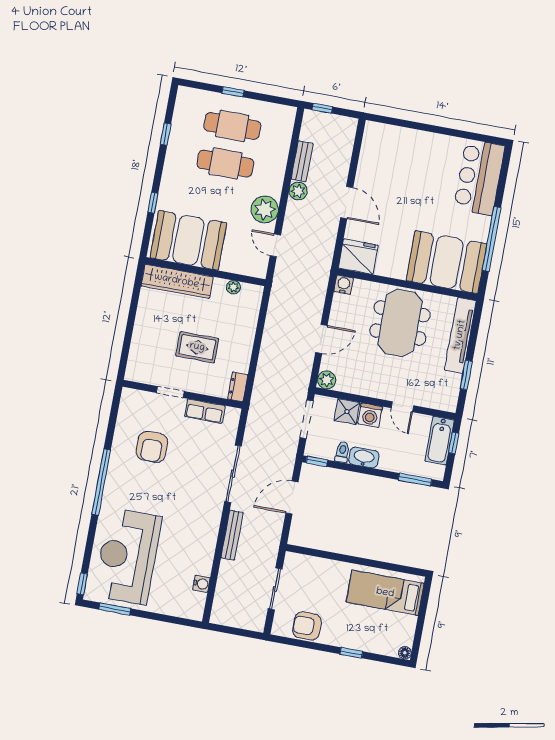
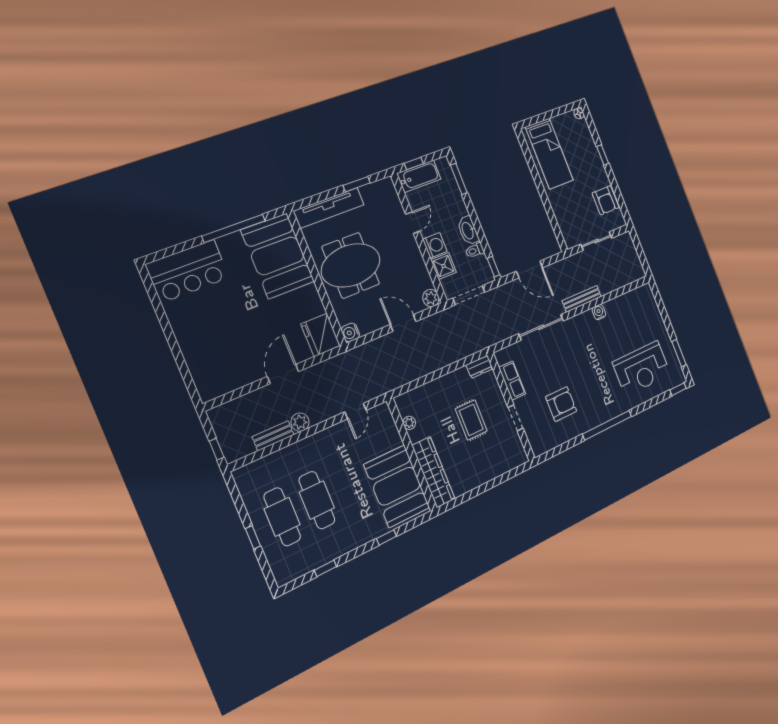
plant: (265, 209) -> (333, 440), removed
reception desk: (128, 556) -> (642, 368), width x0.74, depth x0.77
water cooler: (201, 584) -> (599, 312), moved

